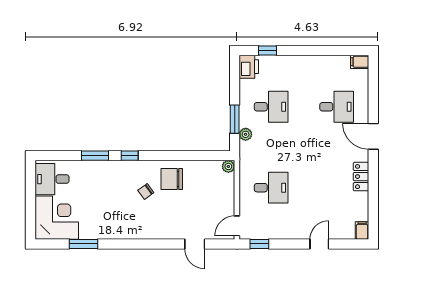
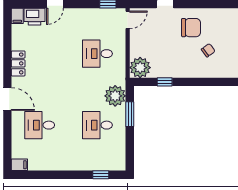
printer: (249, 67) -> (34, 17), moved, turned -90
plant: (246, 134) -> (115, 96), width x1.87, depth x1.87
window: (130, 156) -> (165, 82), moved
plant: (228, 166) -> (140, 68), width x1.88, depth x1.88
chair: (172, 179) -> (191, 28), moved

